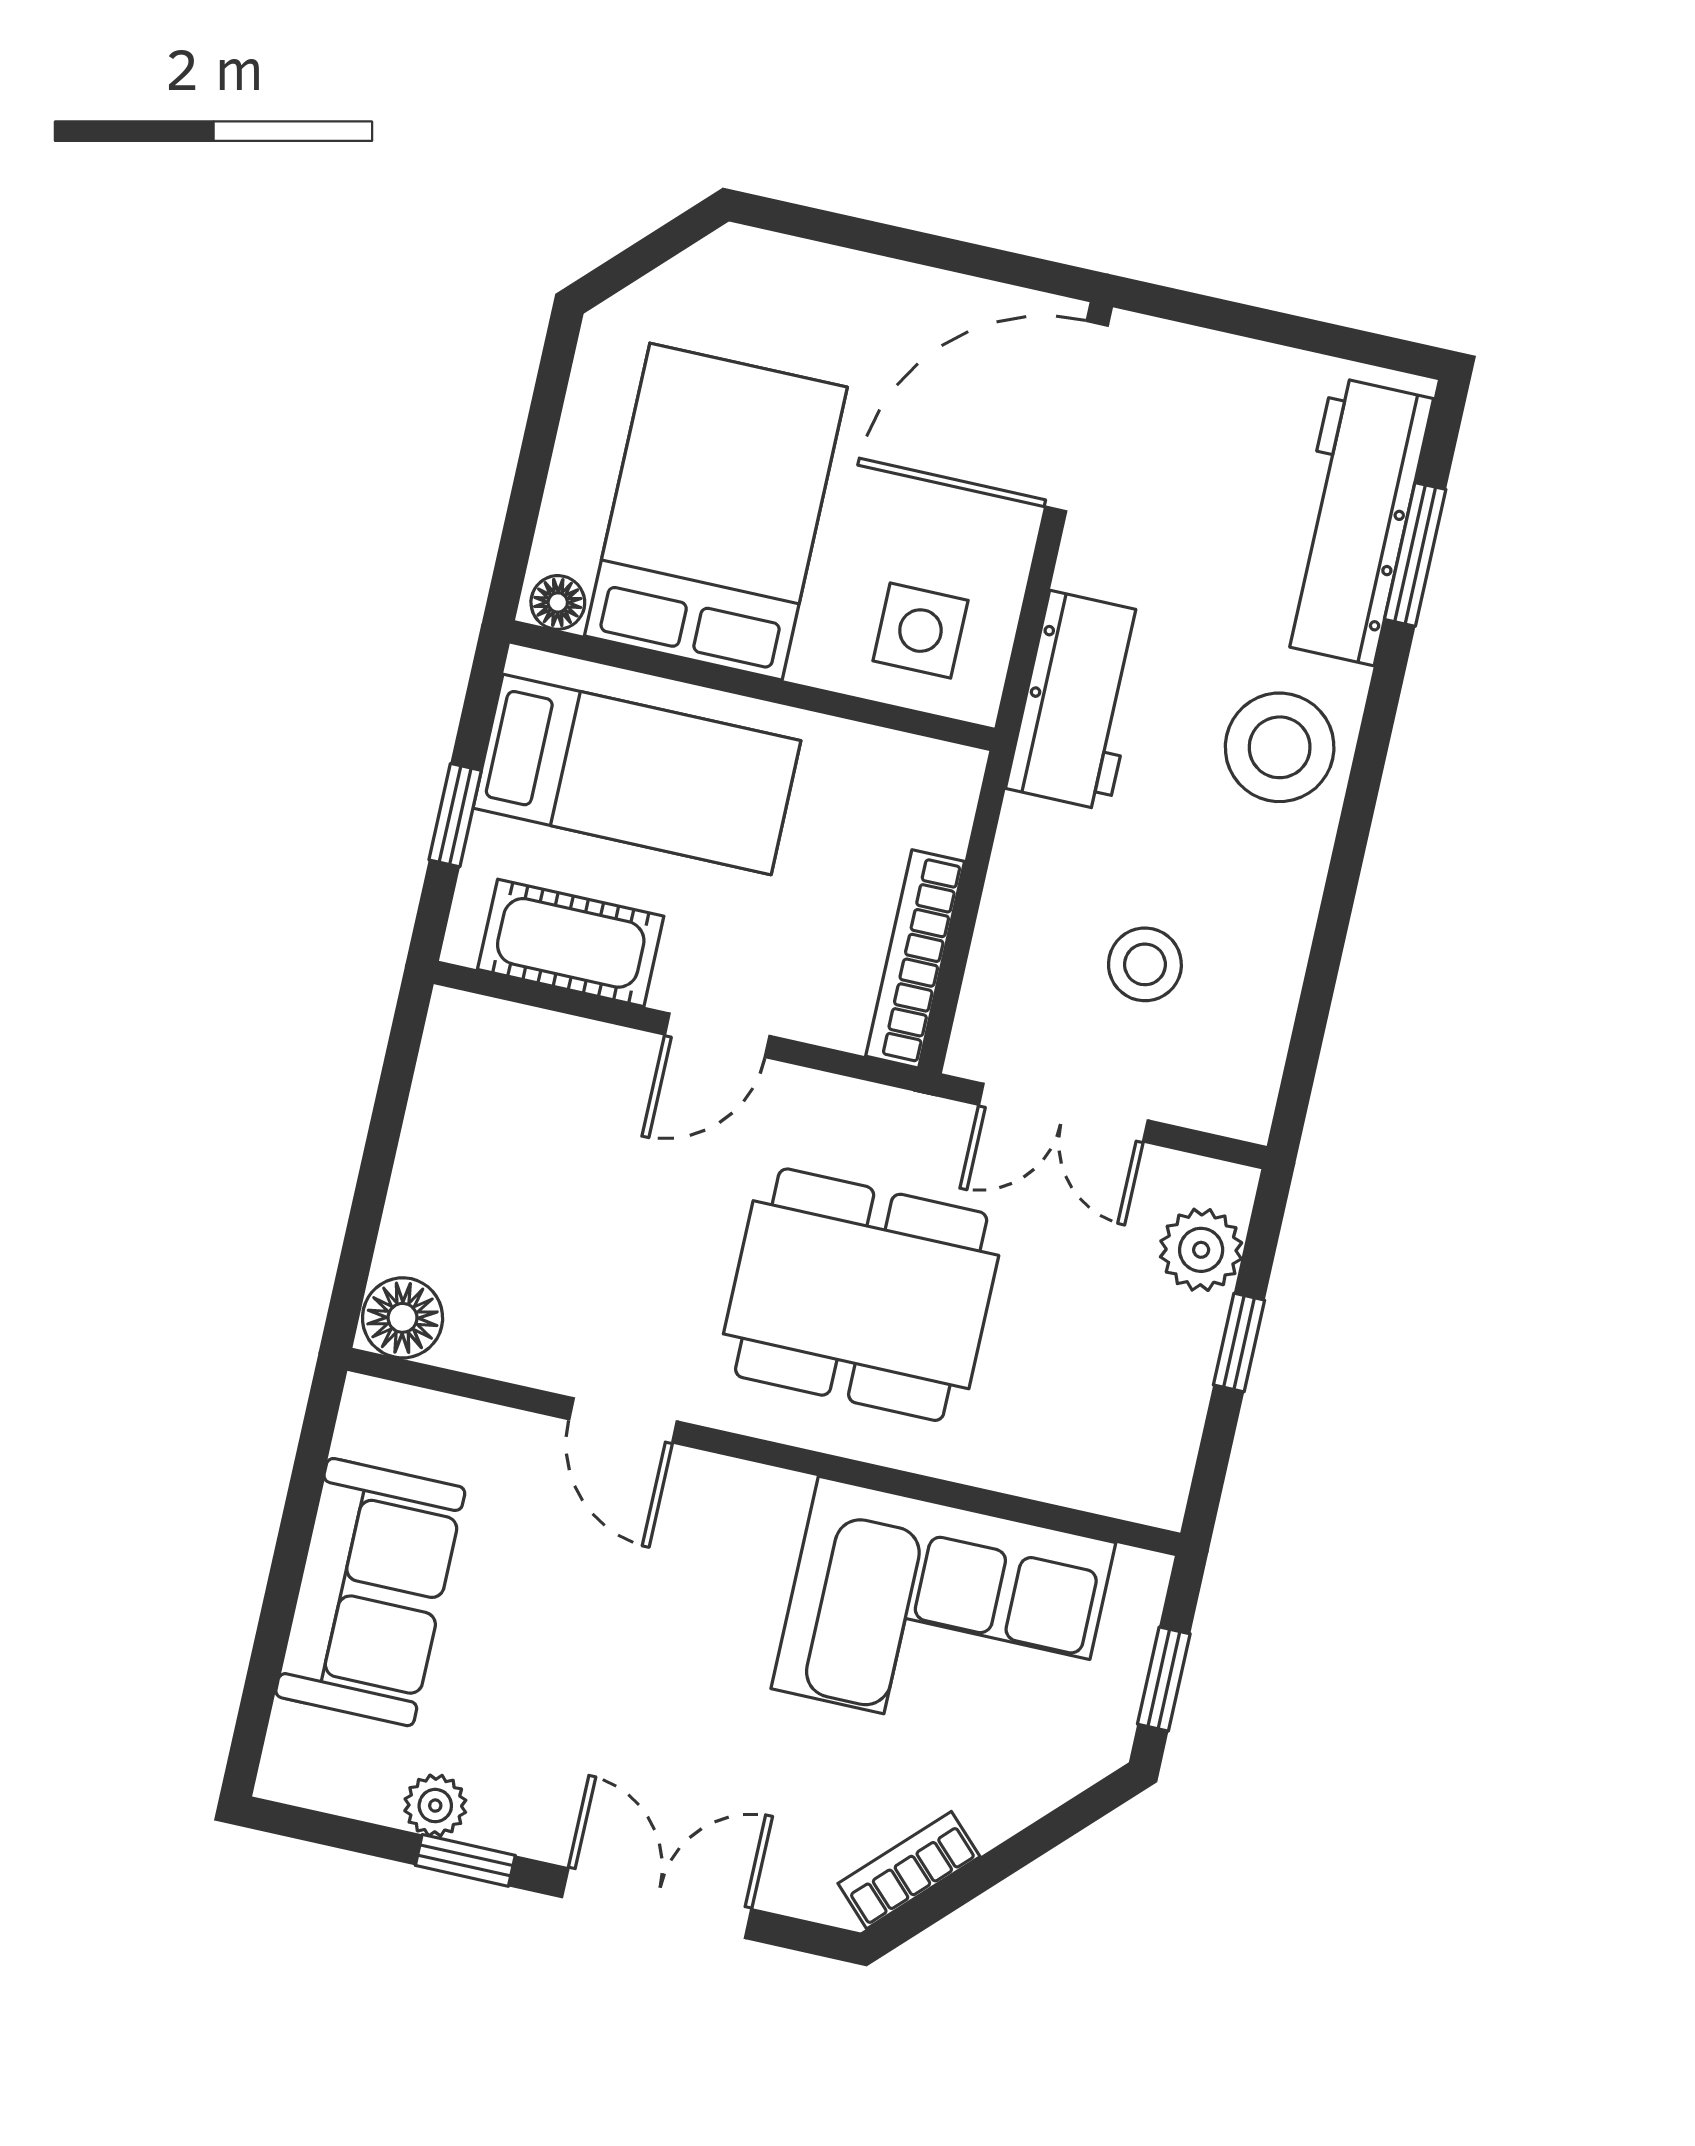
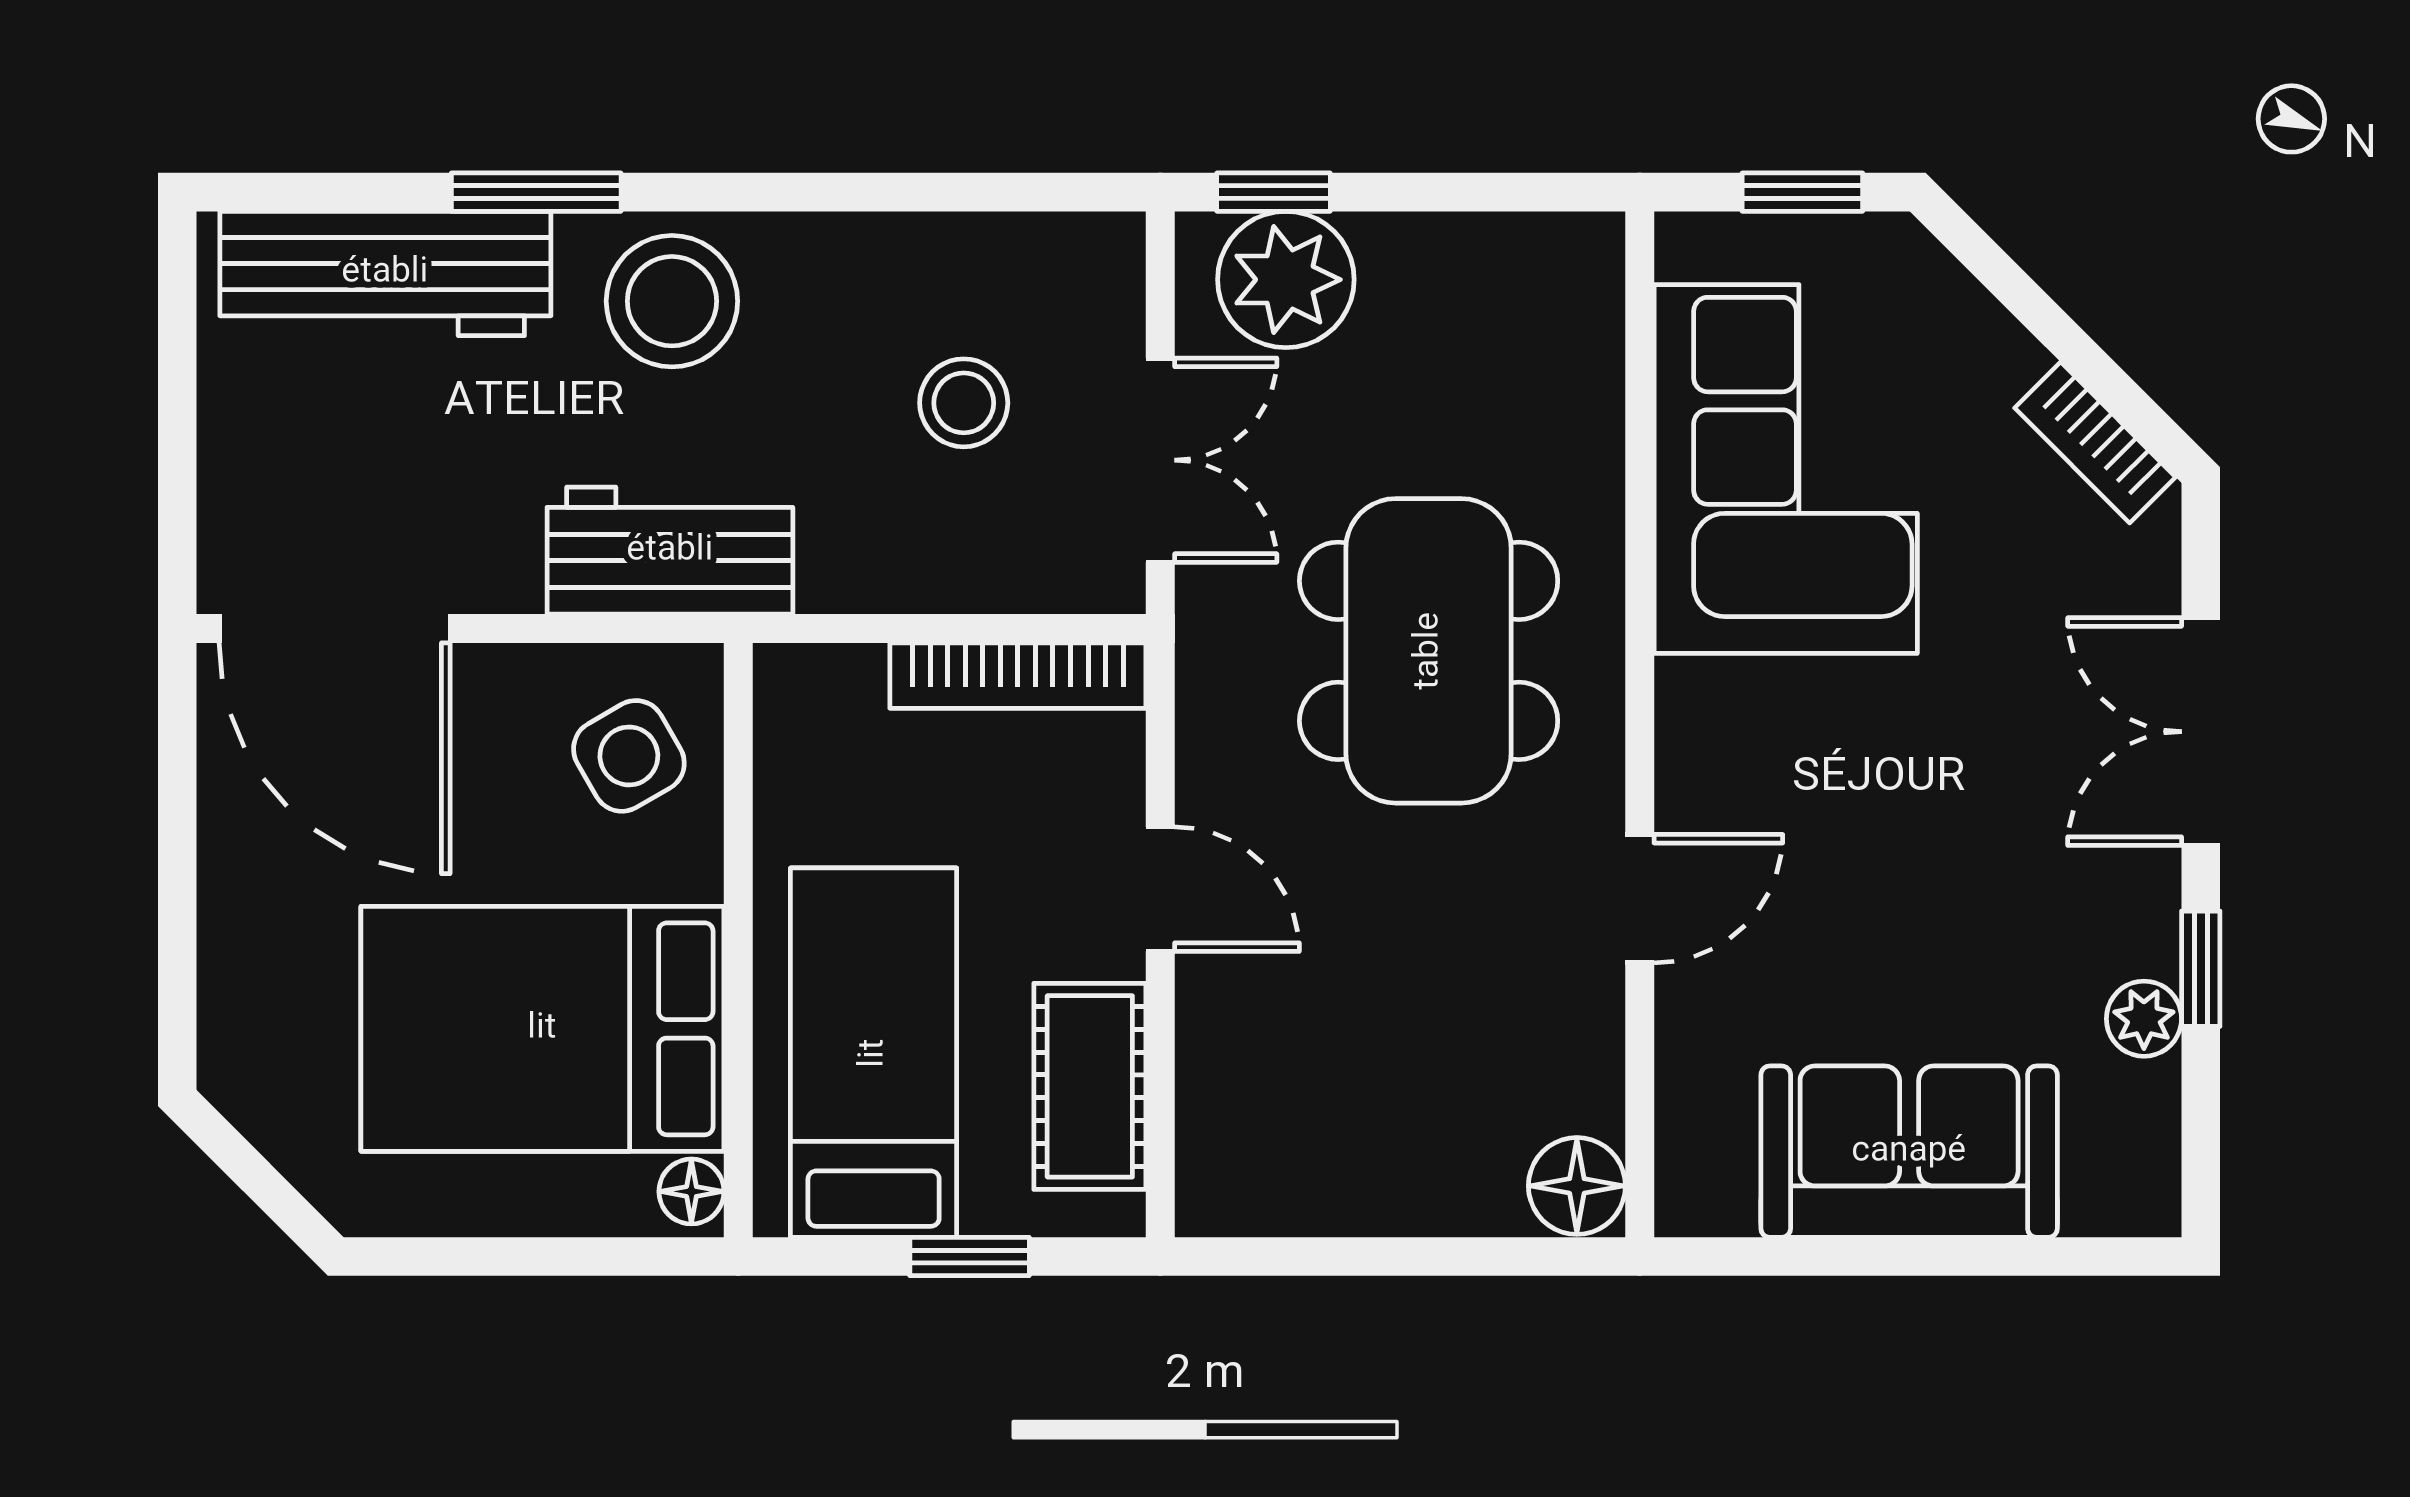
window: (1415, 554) -> (536, 192), moved
side table: (920, 631) -> (629, 756), turned -30
plant: (1201, 1250) -> (1286, 280), width x1.36, depth x1.36
window: (1239, 1343) -> (1274, 192), moved

